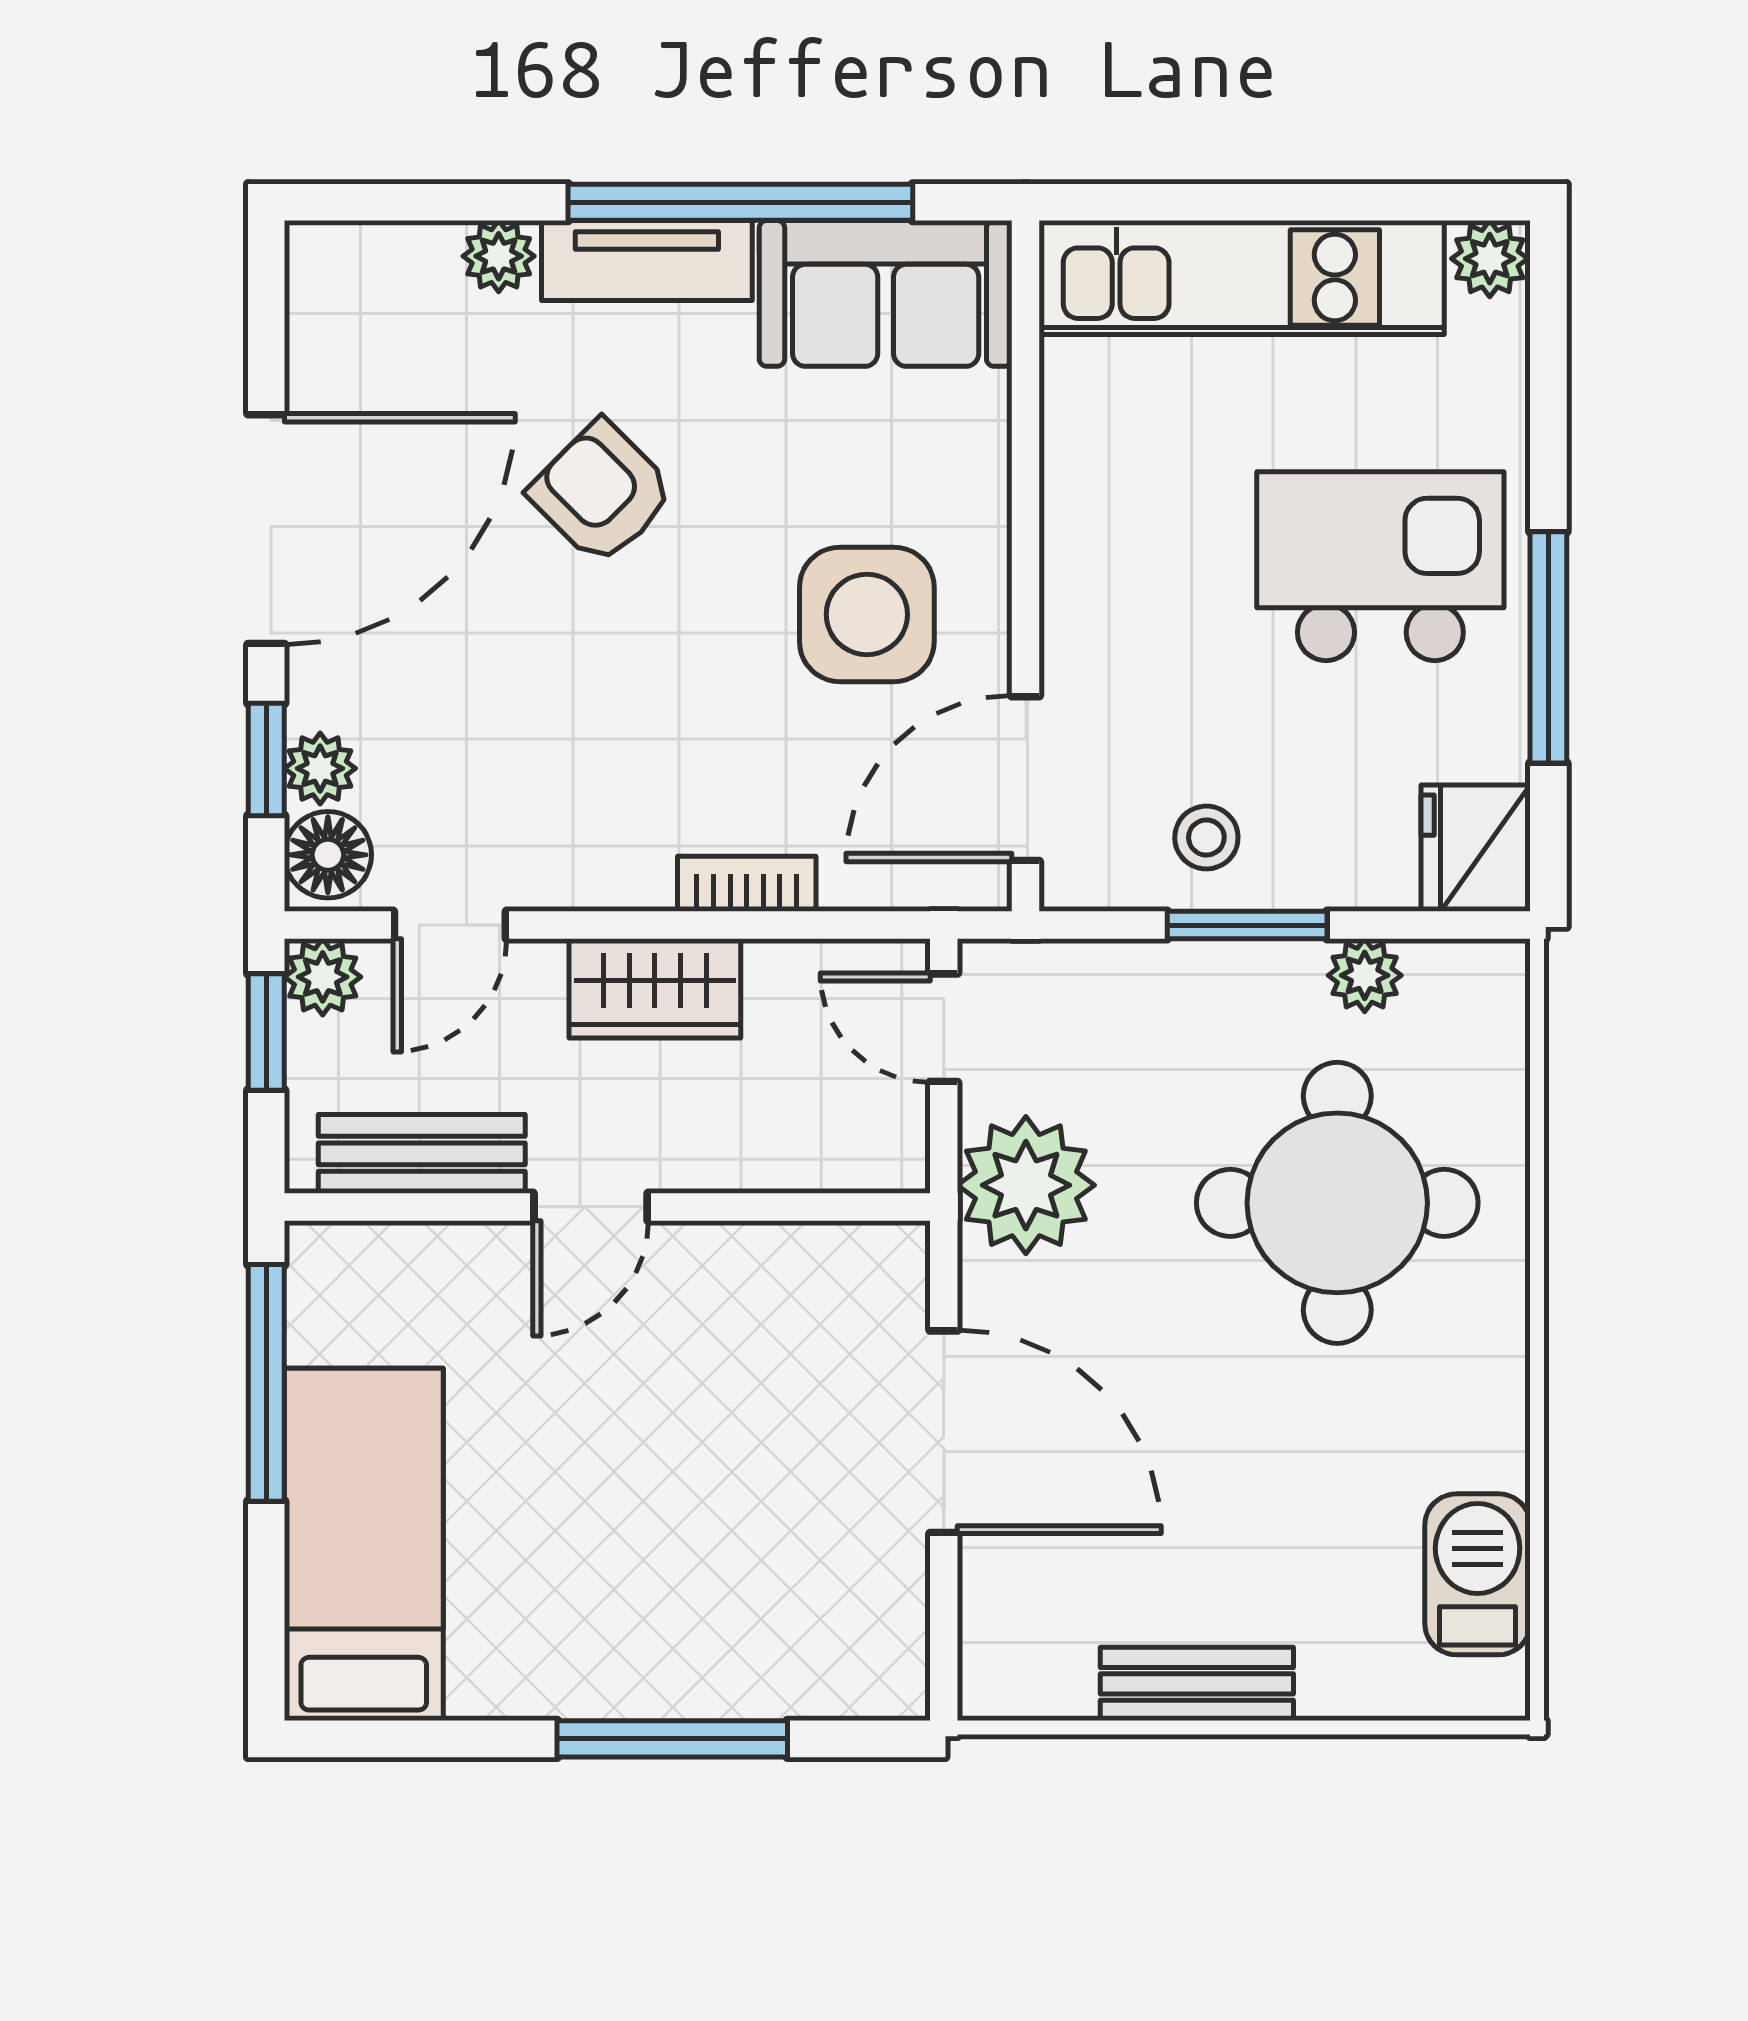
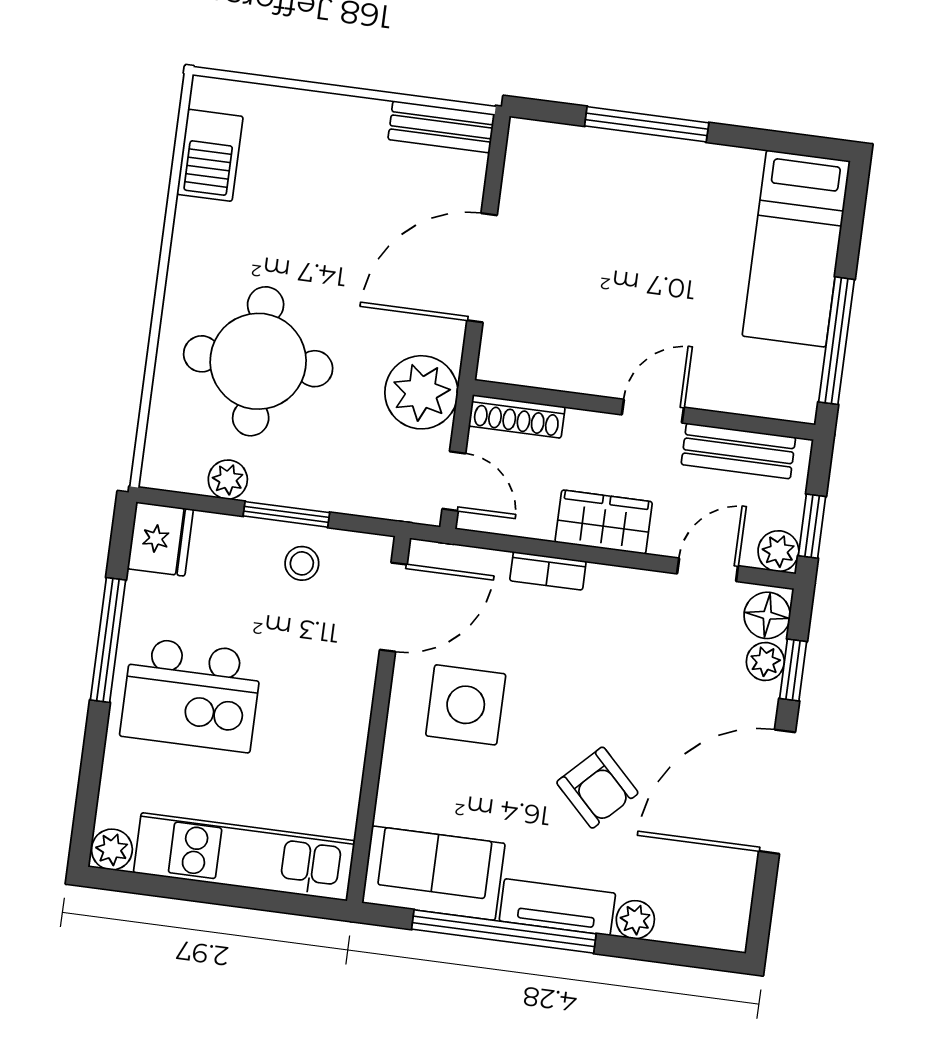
shoe rack: (842, 1164) -> (517, 416), added
door: (944, 1432) -> (482, 268), hinge flipped
bench: (1197, 1684) -> (441, 127), moved

